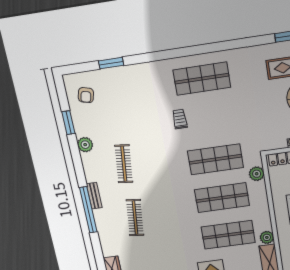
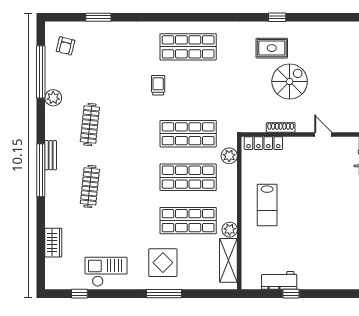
window: (68, 123) -> (41, 72), width x2.11

